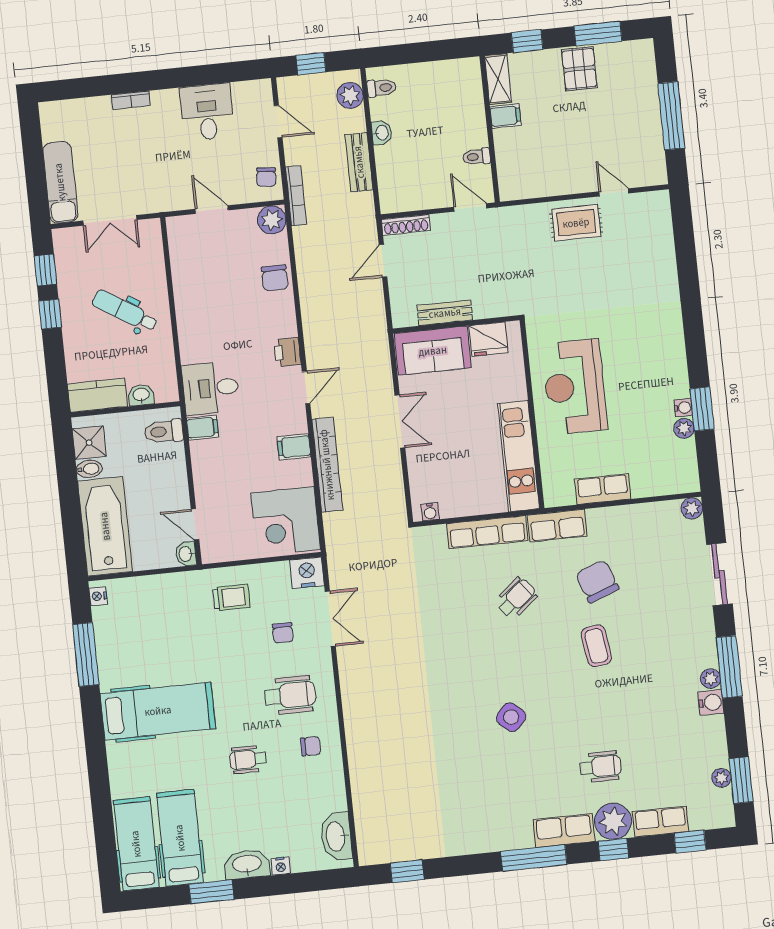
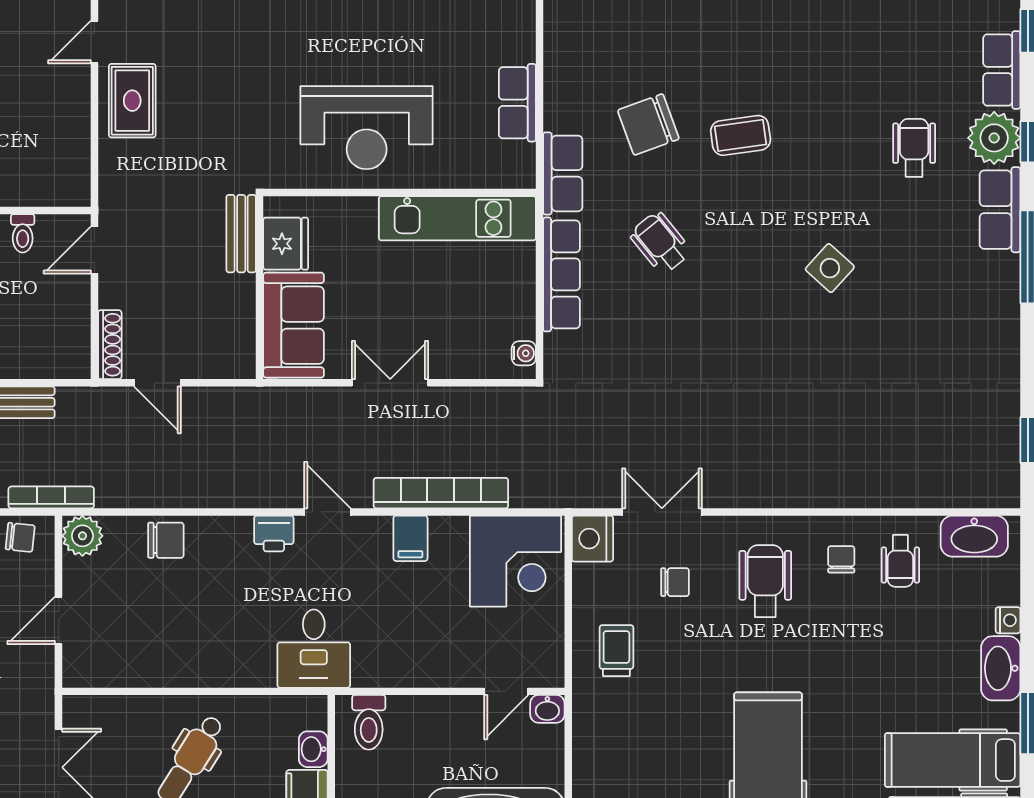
bench: (445, 313) -> (241, 234), moved
filing cabinet: (202, 428) -> (369, 666), removed
wheelchair: (248, 759) -> (900, 561), moved

